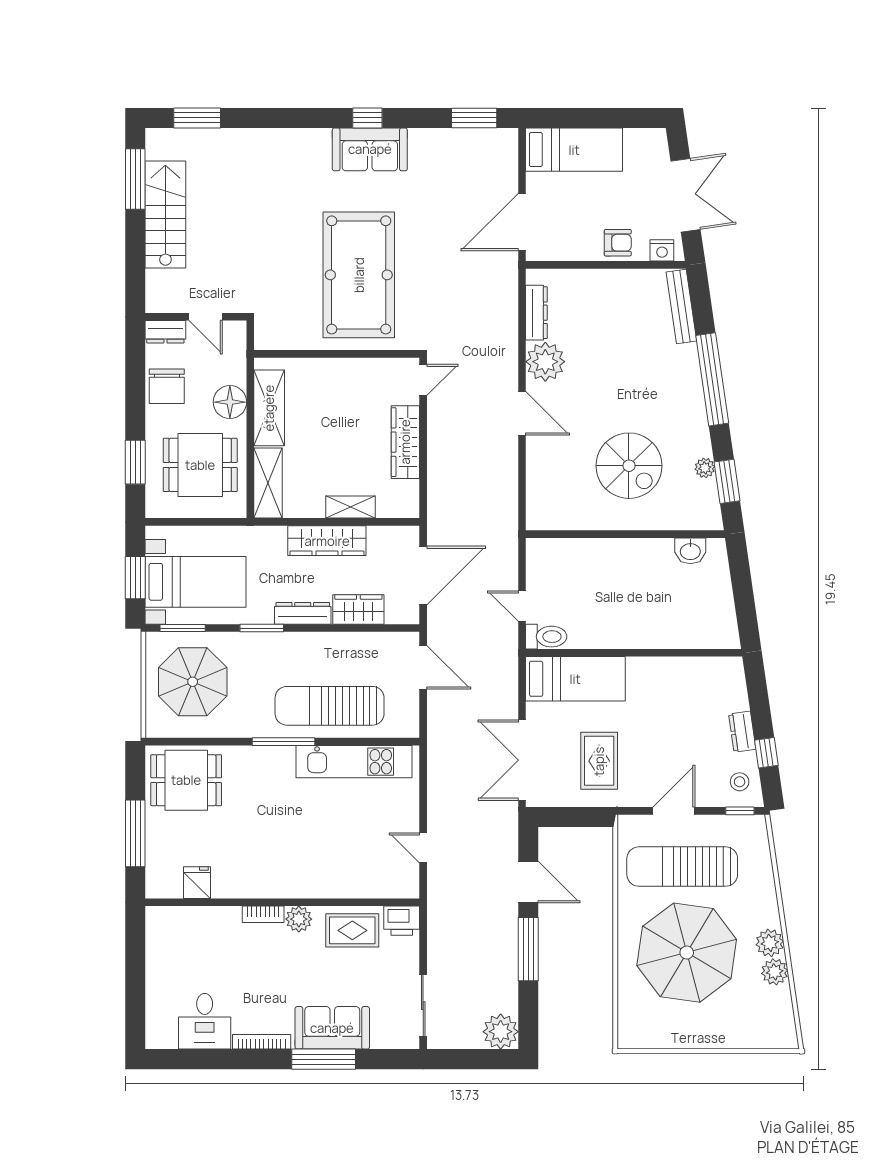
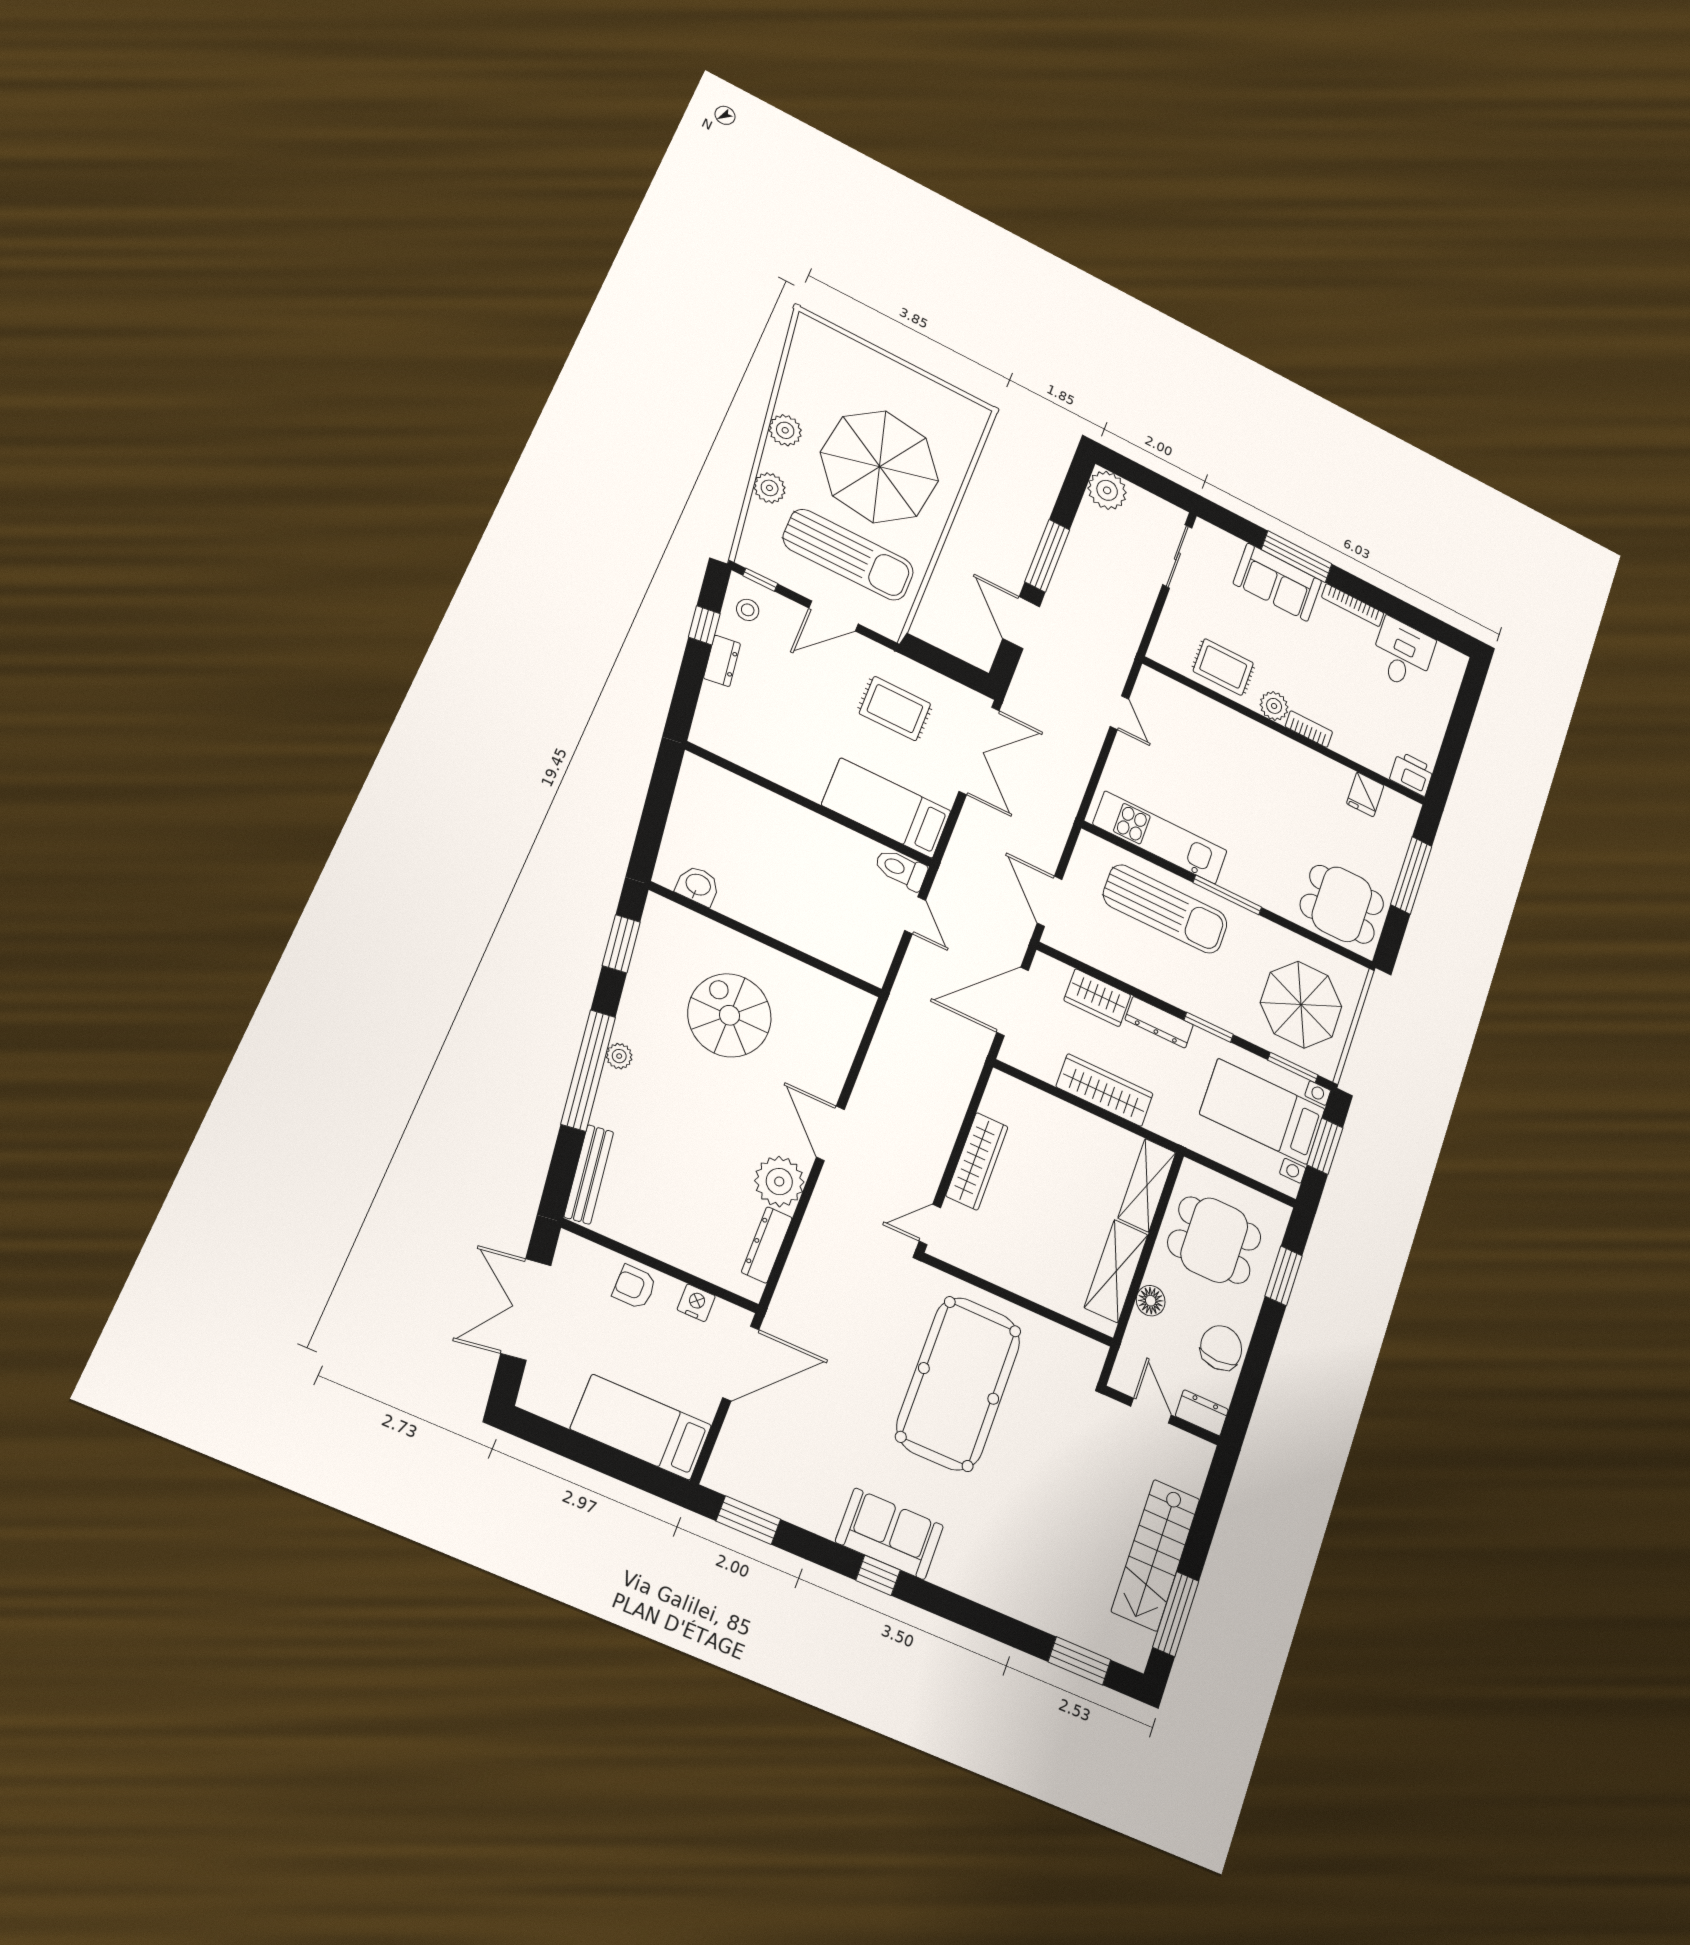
nightstand: (662, 250) -> (696, 1303), moved
floor lamp: (230, 402) -> (1151, 1301), width x0.73, depth x0.73
plant: (705, 468) -> (619, 1056), moved
shelving: (351, 507) -> (1065, 1116), removed
rug: (599, 761) -> (895, 709), turned 90
printer: (402, 921) -> (1412, 774), moved
plant: (775, 972) -> (770, 488), moved

